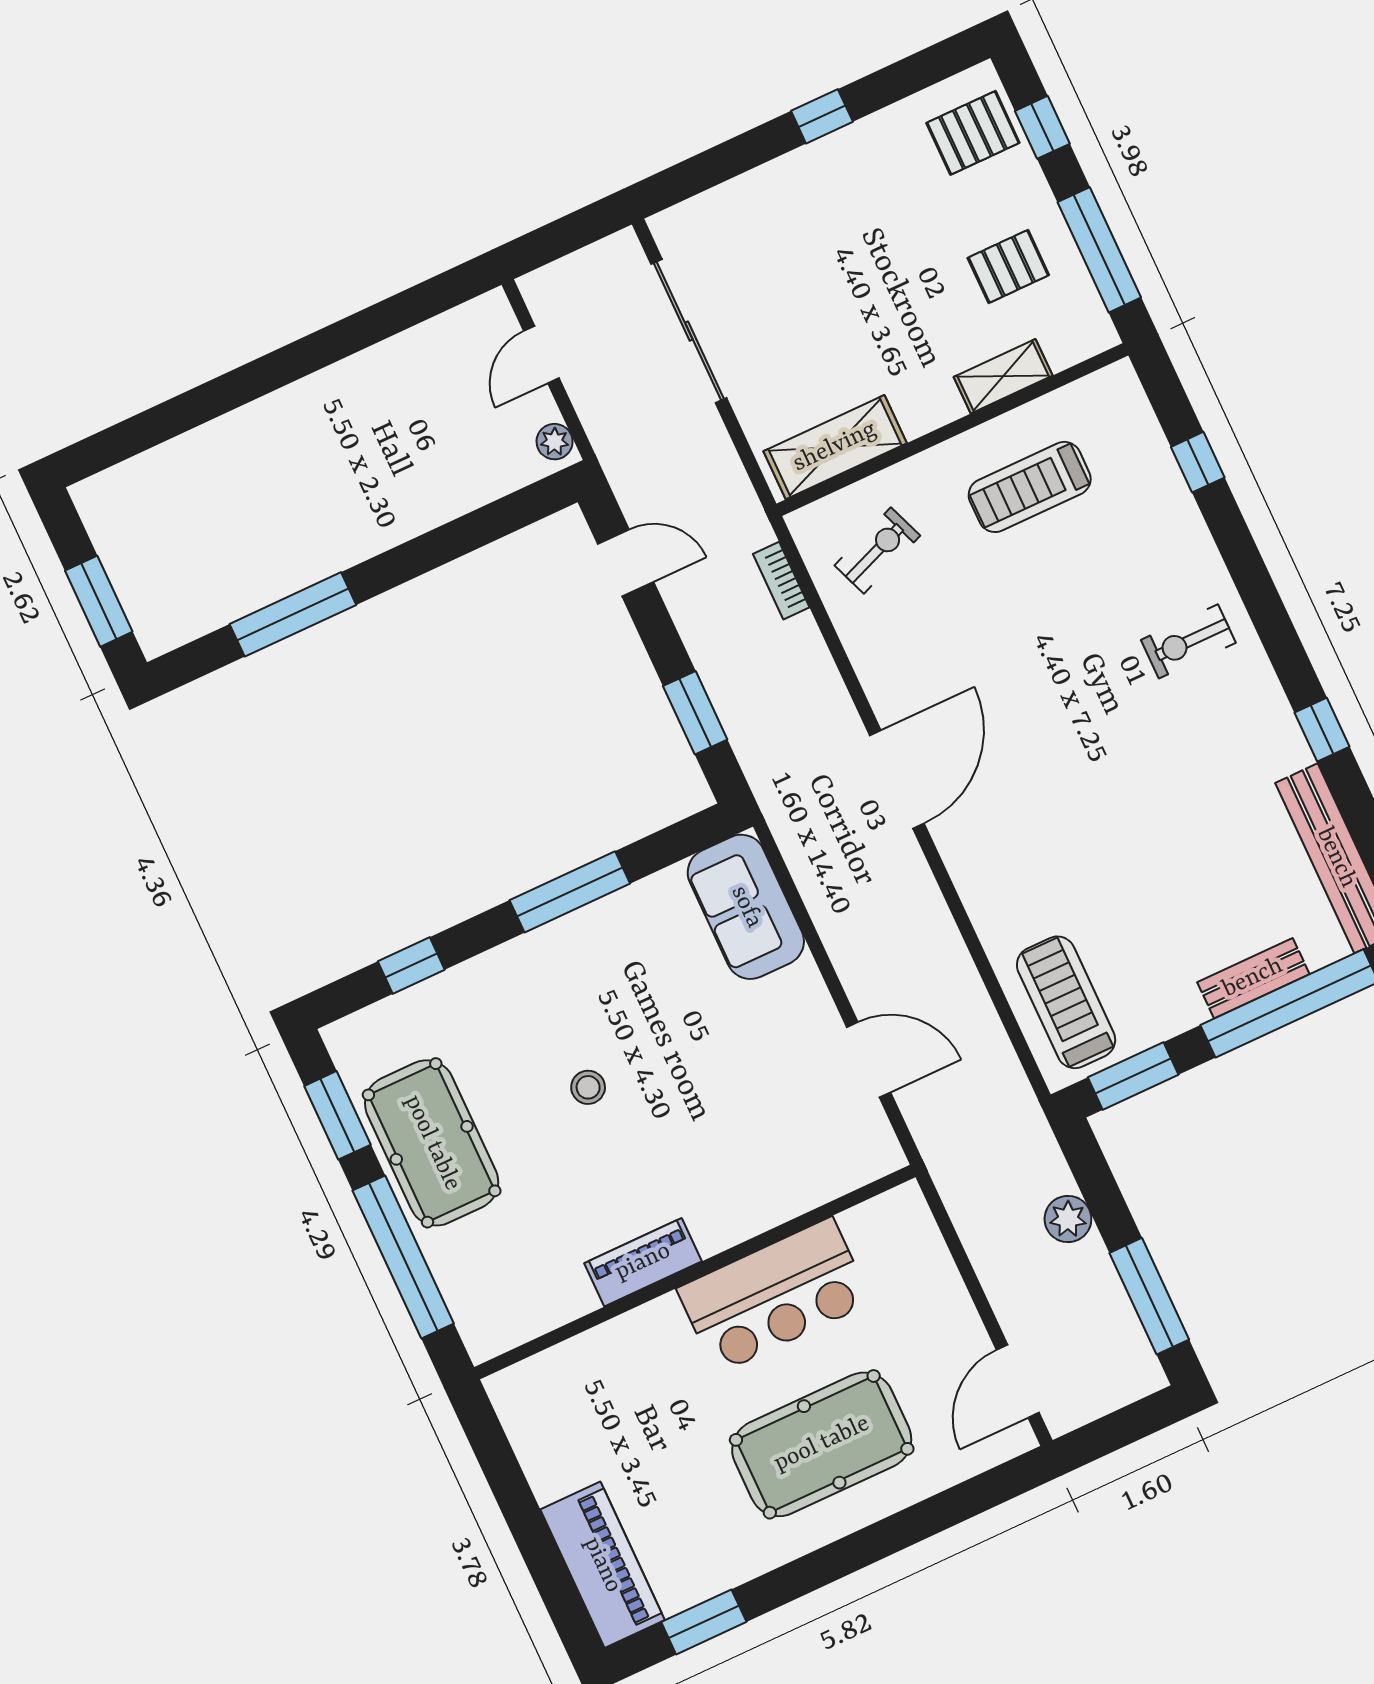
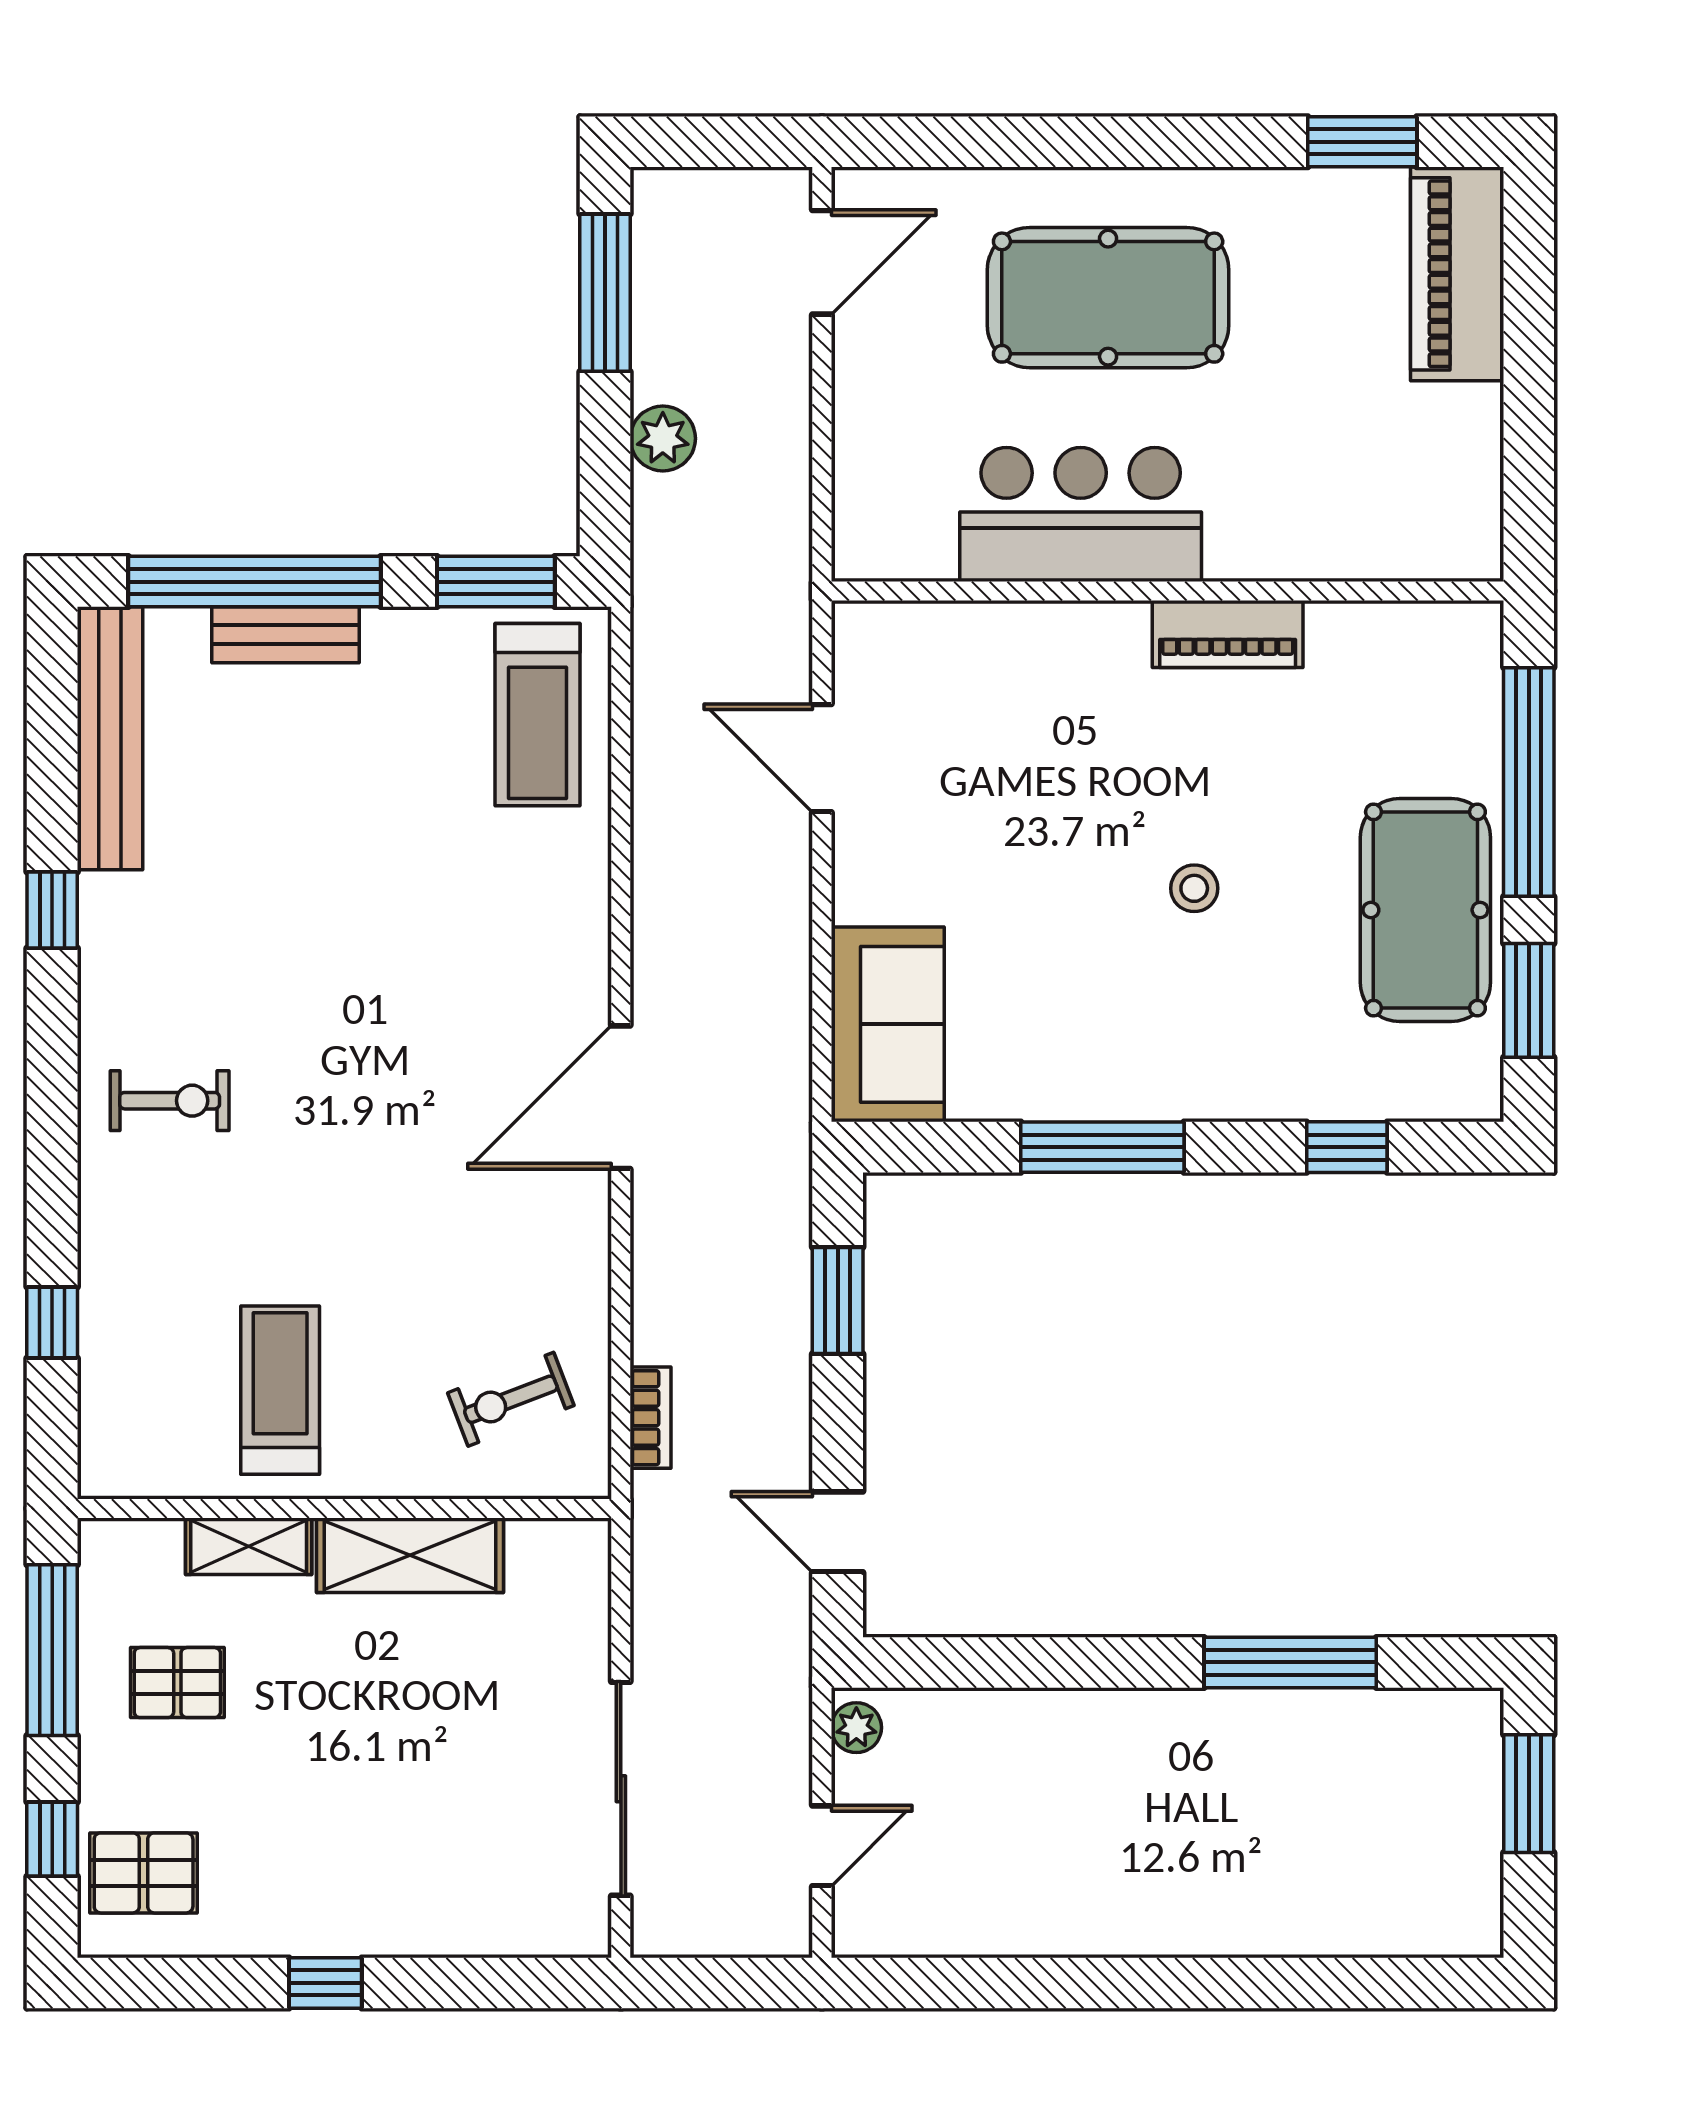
shelving: (835, 447) -> (410, 1555), moved
treadmill: (1030, 487) -> (280, 1390), turned -90

